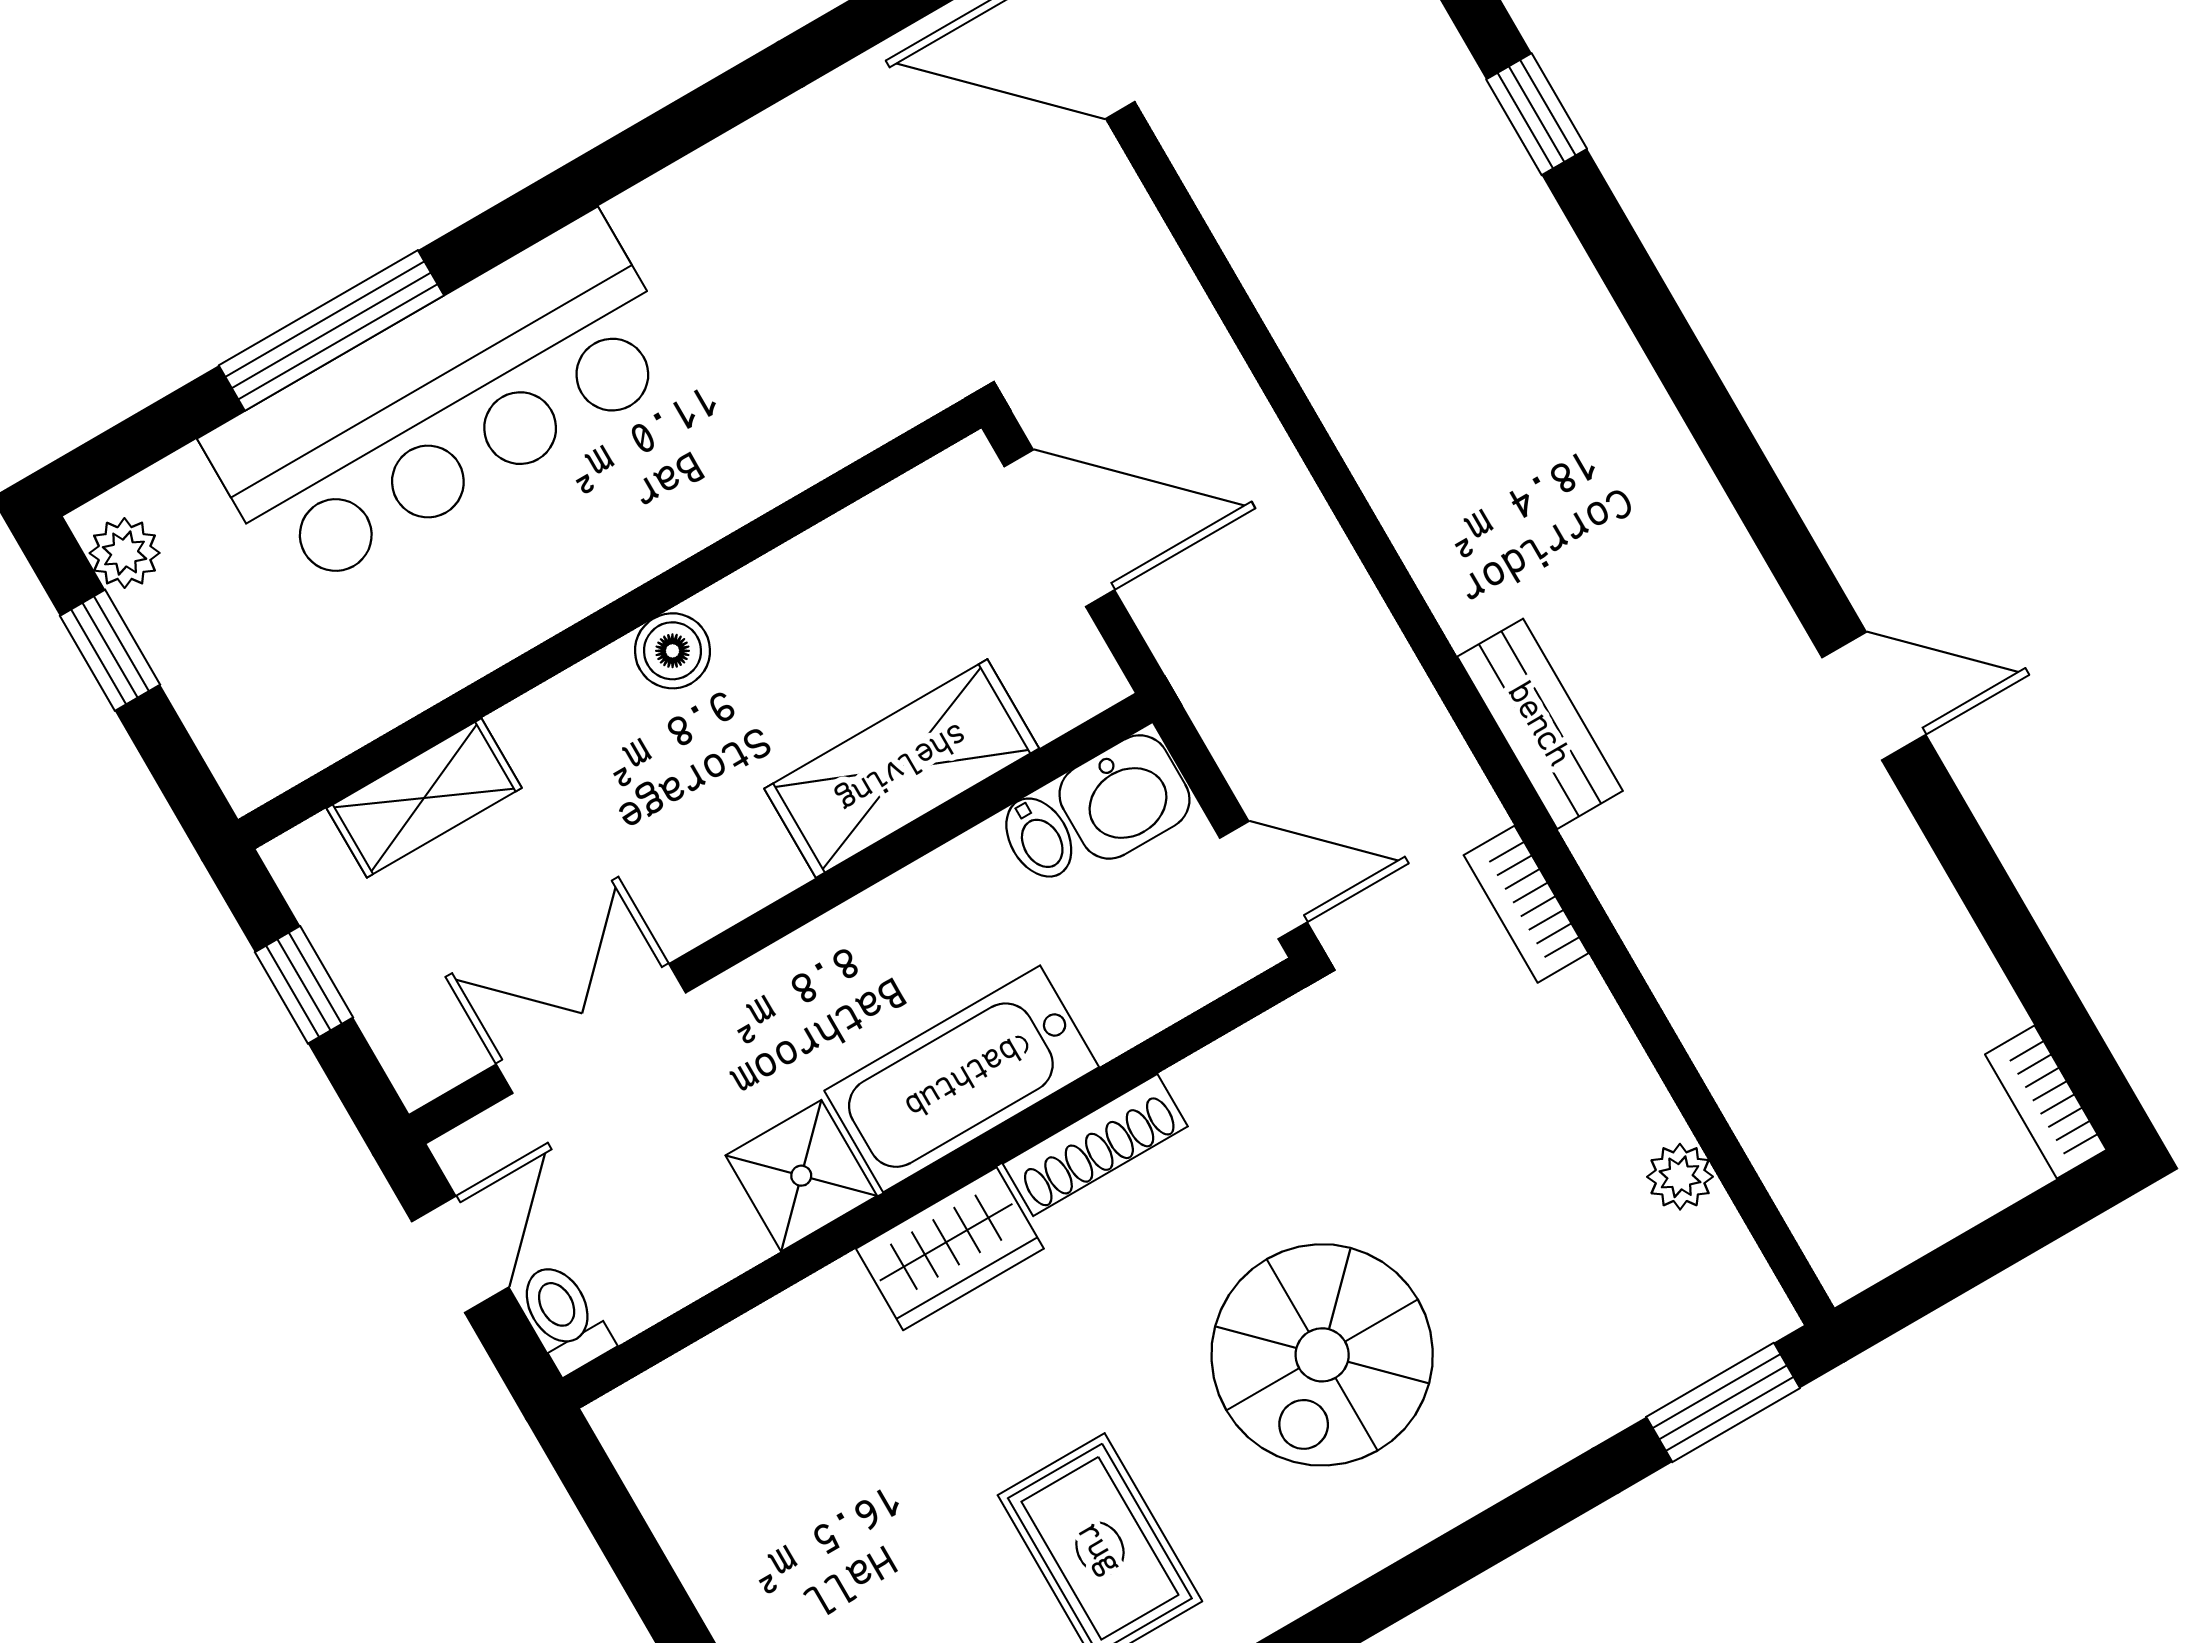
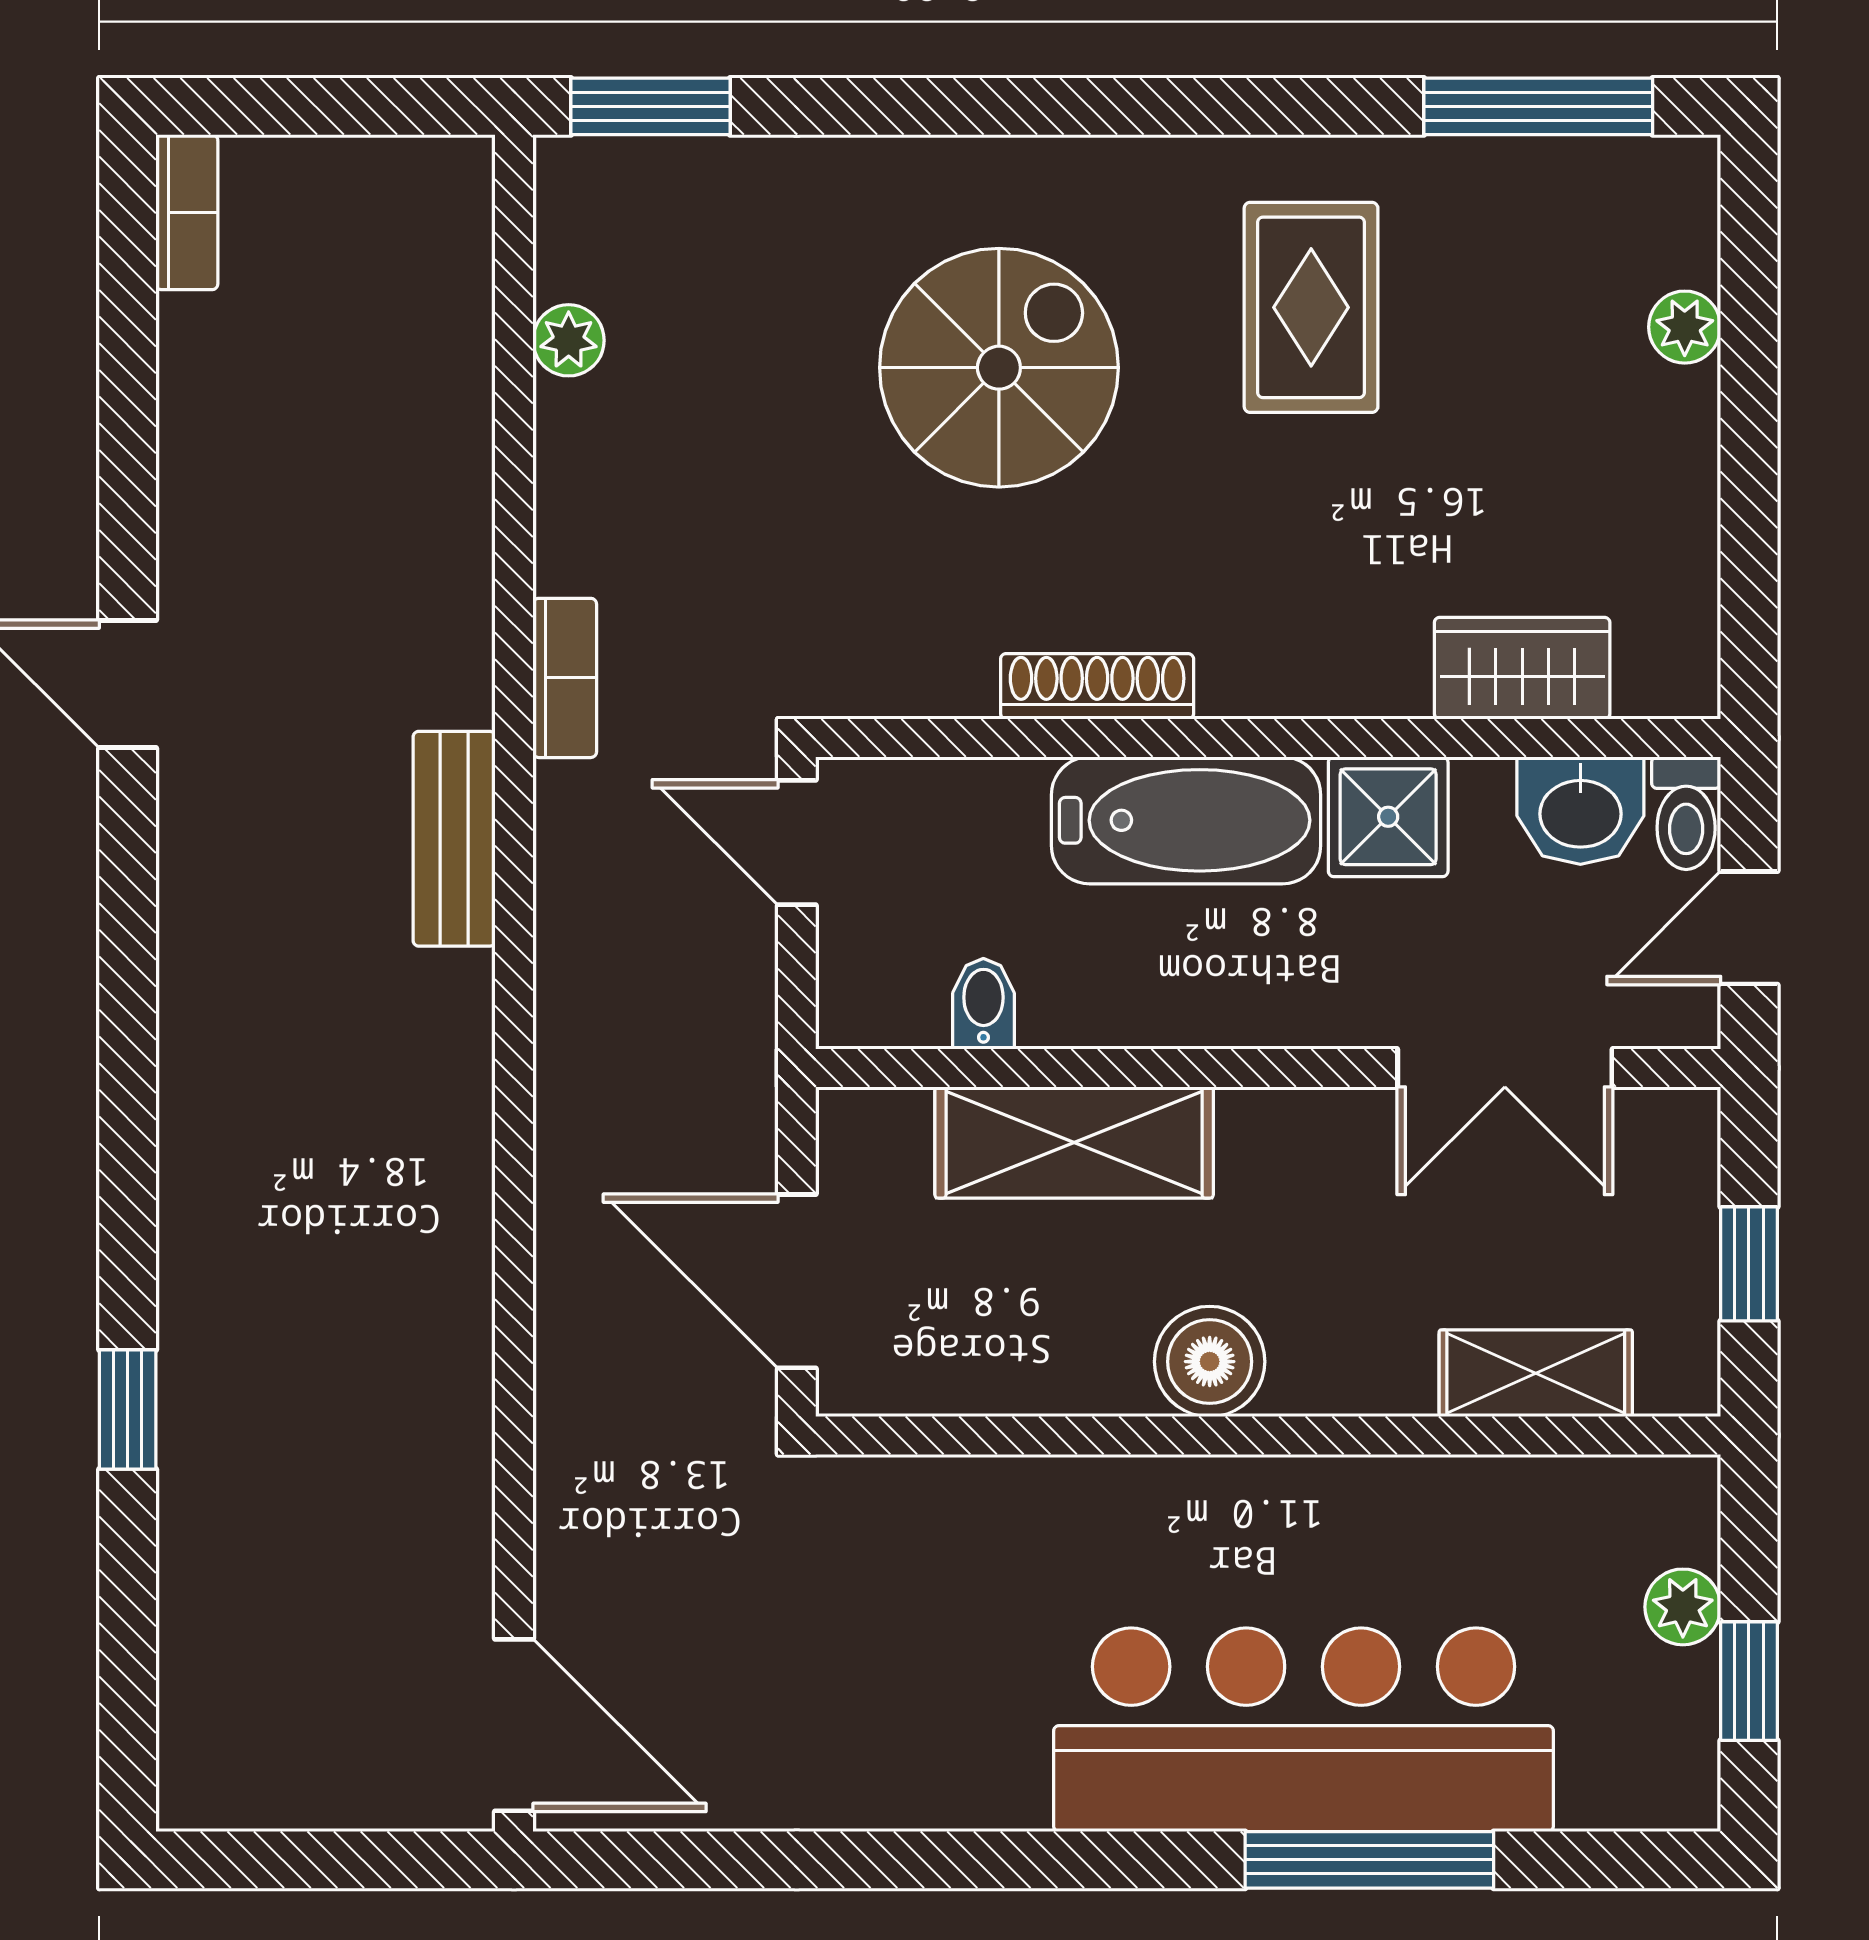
plant: (125, 553) -> (1683, 1607), moved
boiler: (673, 651) -> (1210, 1362), width x1.36, depth x1.36
washbasin: (1124, 797) -> (1580, 811), moved, turned 180
wardrobe: (950, 1249) -> (1522, 668), moved

